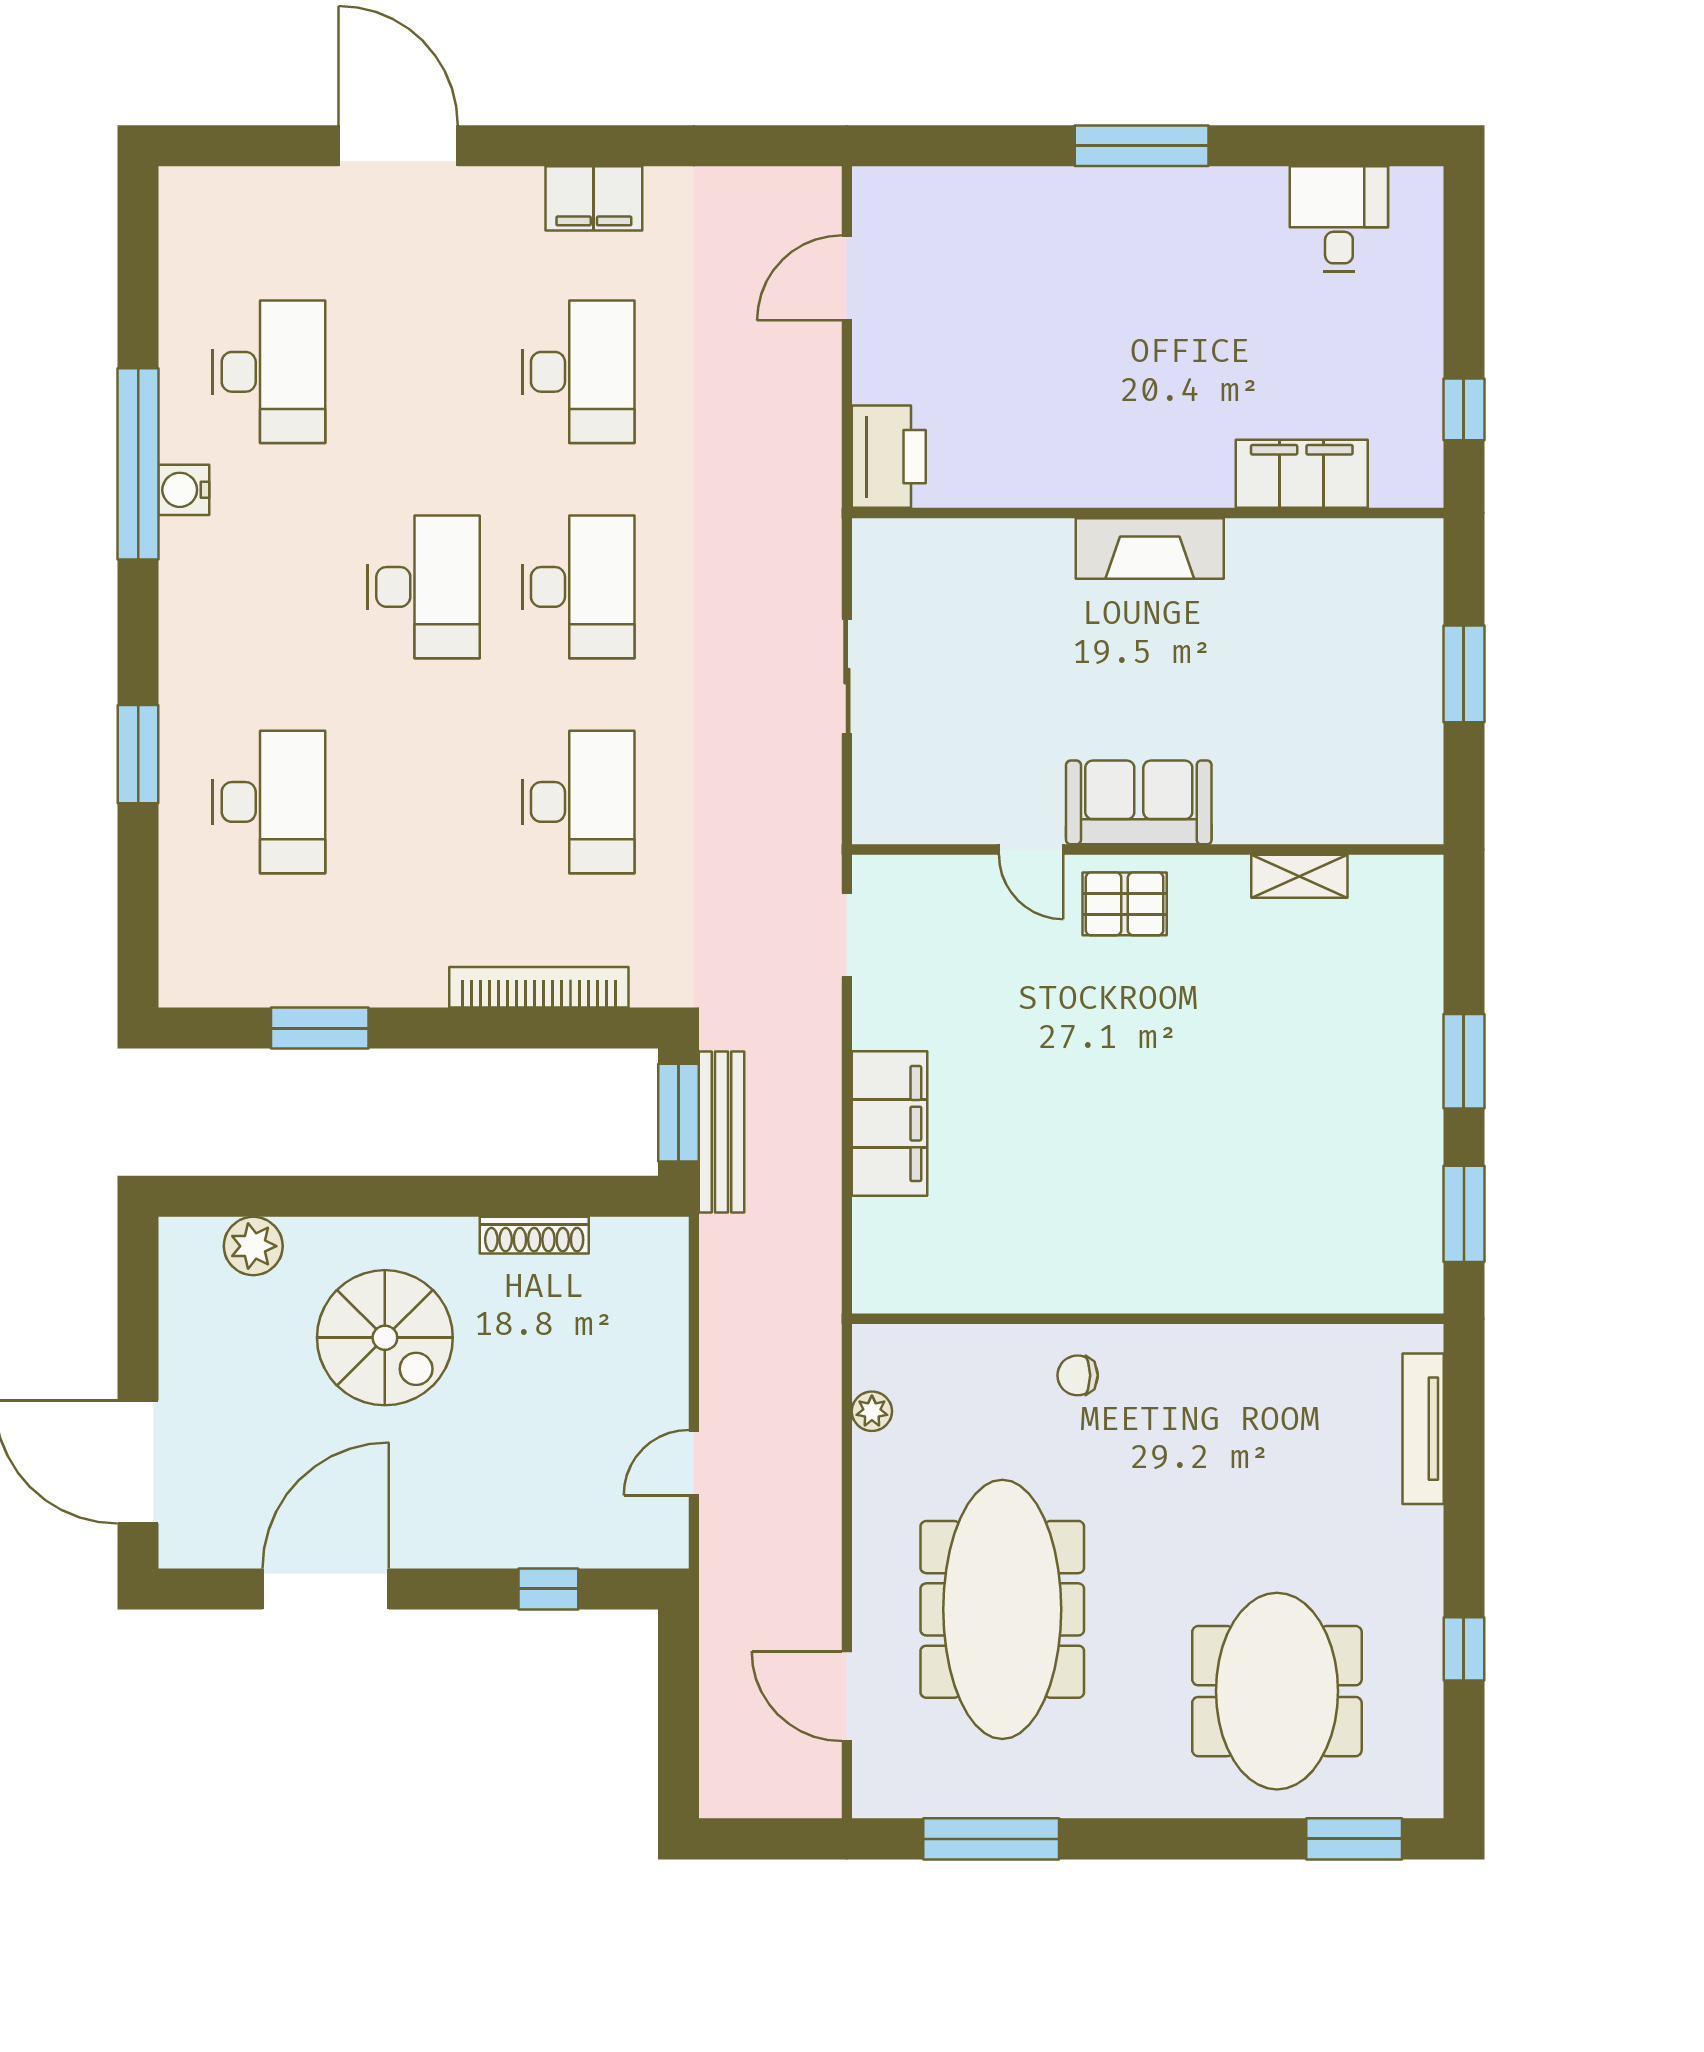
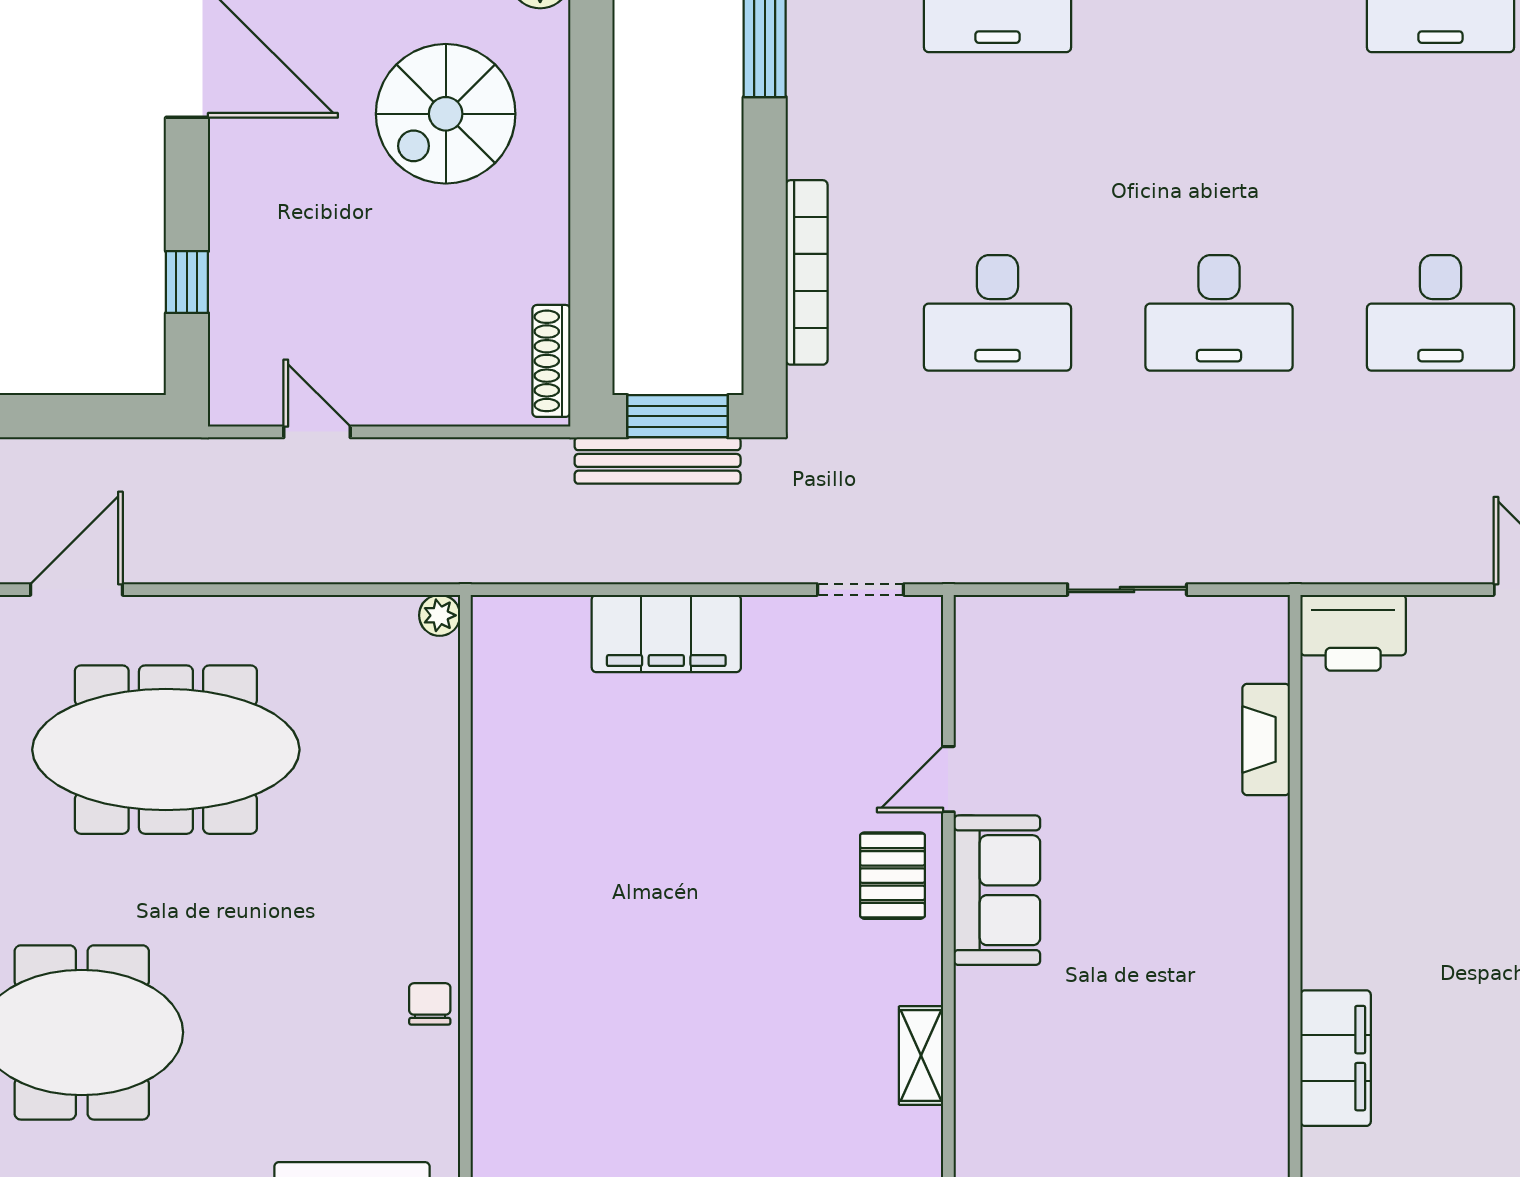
fireplace: (1150, 548) -> (1266, 739), moved, width x0.73, depth x0.76
desk: (424, 587) -> (1219, 154), removed
shoe rack: (534, 1235) -> (551, 361), moved
chair: (1078, 1375) -> (430, 1004), moved
plant: (872, 1411) -> (440, 615), moved

